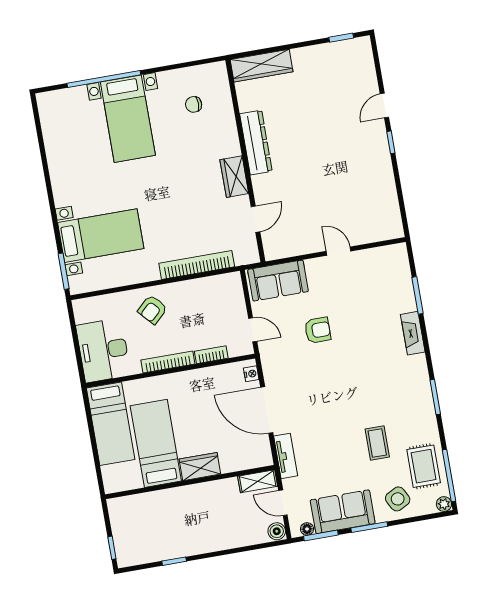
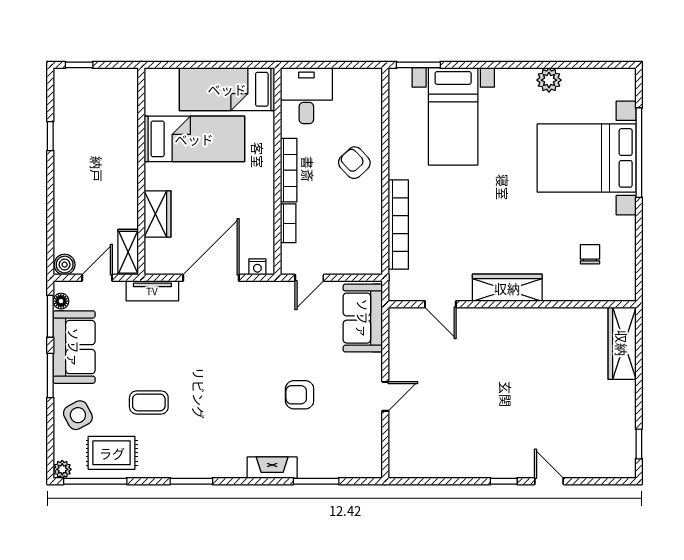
bed with nightstands: (128, 119) -> (587, 158), width x1.36
dresser: (256, 143) -> (532, 320), removed
plant: (57, 163) -> (549, 80), added
wardrobe: (234, 177) -> (507, 288), width x1.50
armchair: (318, 330) -> (300, 395), moved, turned 90
desk: (103, 350) -> (306, 96), width x0.73
wardrobe: (200, 467) -> (158, 214), moved

